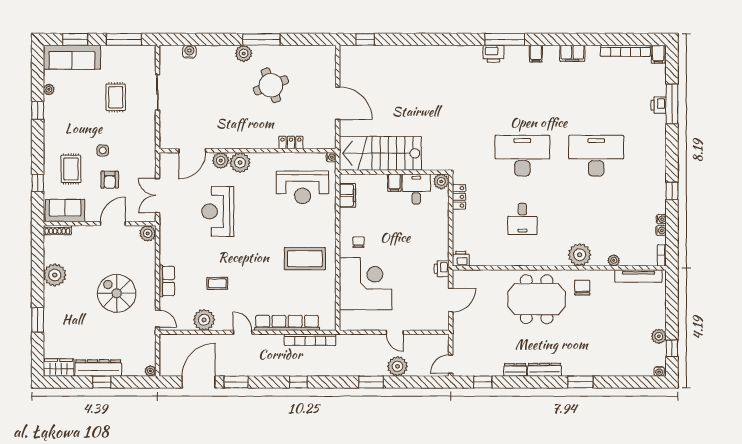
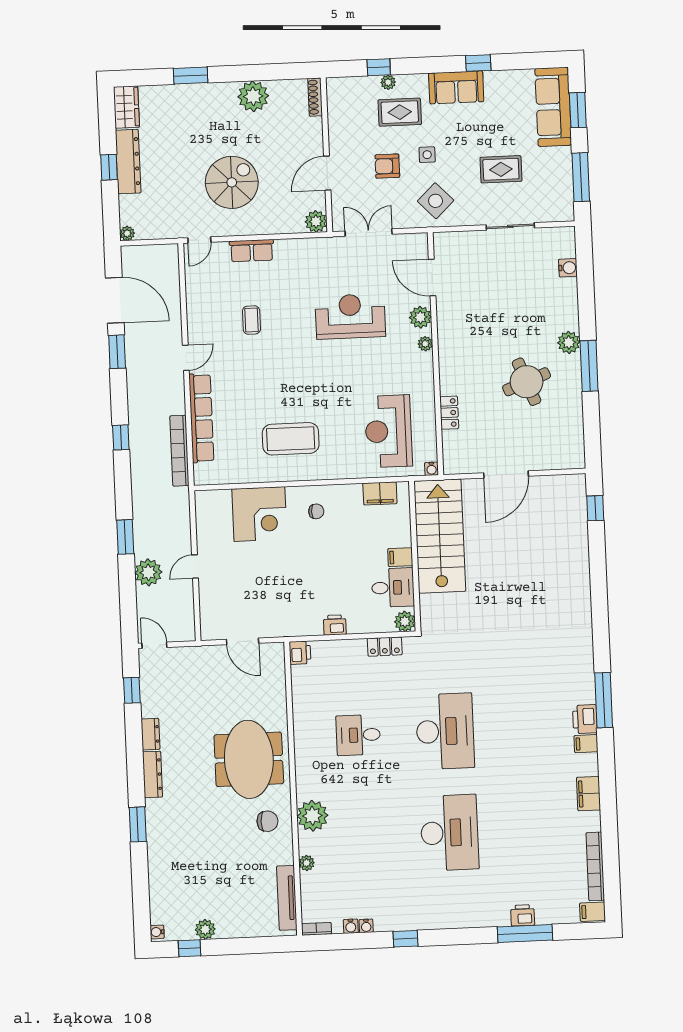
printer: (493, 54) -> (585, 719), moved
plant: (49, 89) -> (388, 82), moved
side table: (137, 146) -> (436, 201), added
plant: (240, 163) -> (425, 344), width x0.53, depth x0.53
sofa: (65, 211) -> (456, 87), moved, turned 90
door: (113, 224) -> (327, 173), swing flipped
coffee table: (305, 259) -> (291, 439), turned 90
printer: (442, 269) -> (335, 625), moved
corner desk: (366, 284) -> (259, 514), width x0.74, depth x0.74
plant: (204, 320) -> (201, 304), removed

